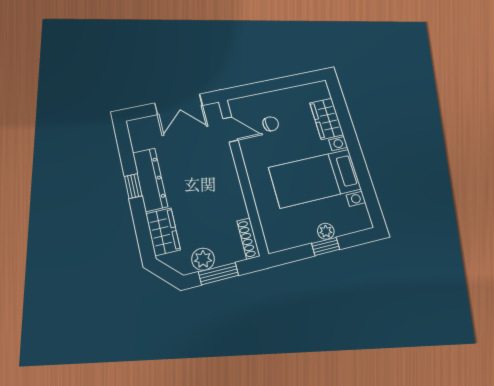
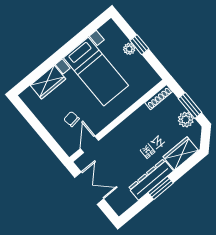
window: (133, 186) -> (161, 188), width x1.50

